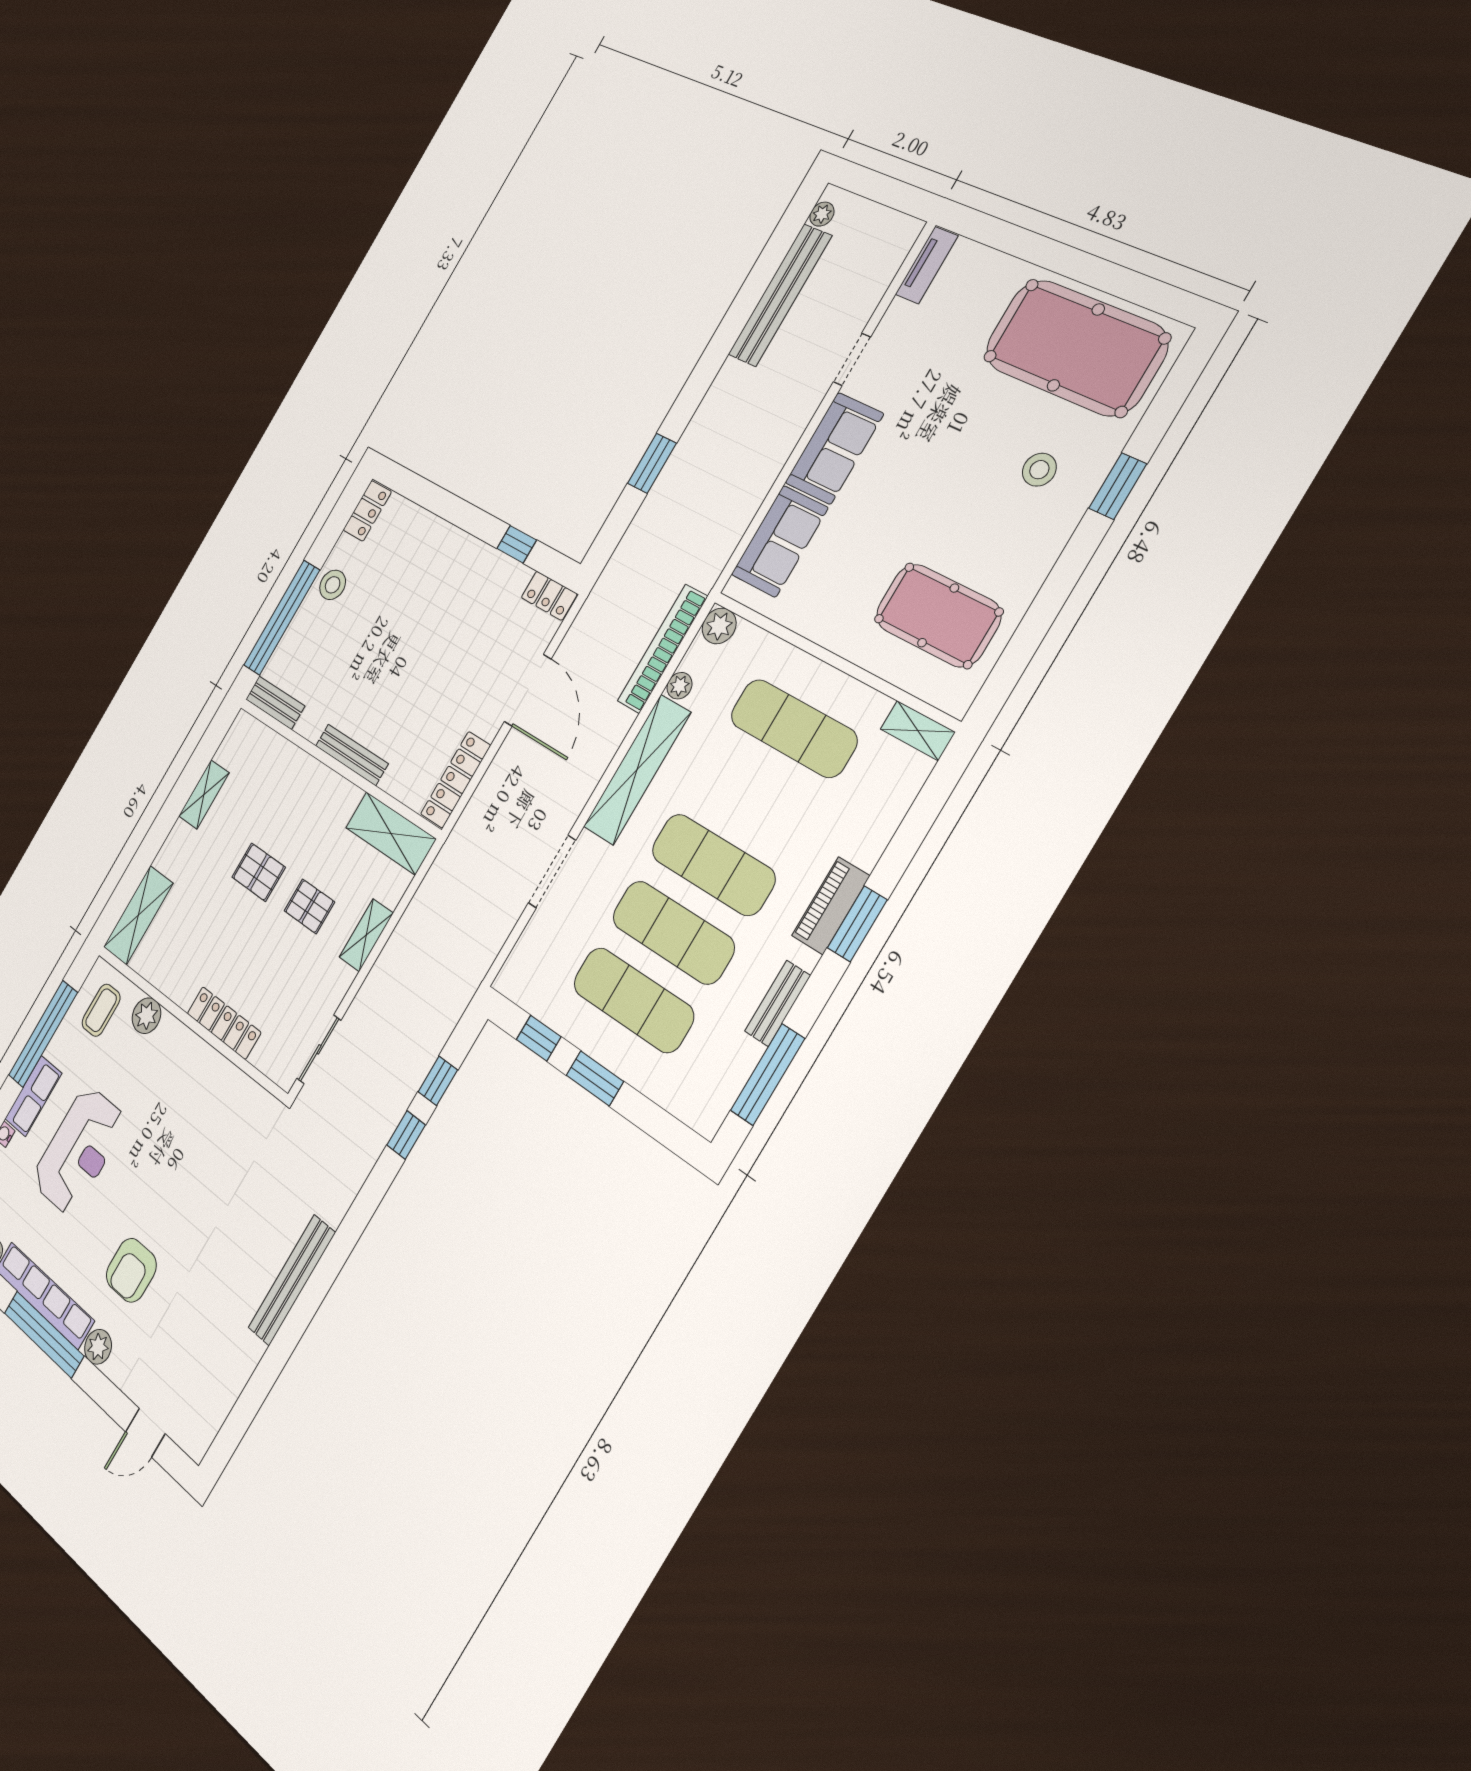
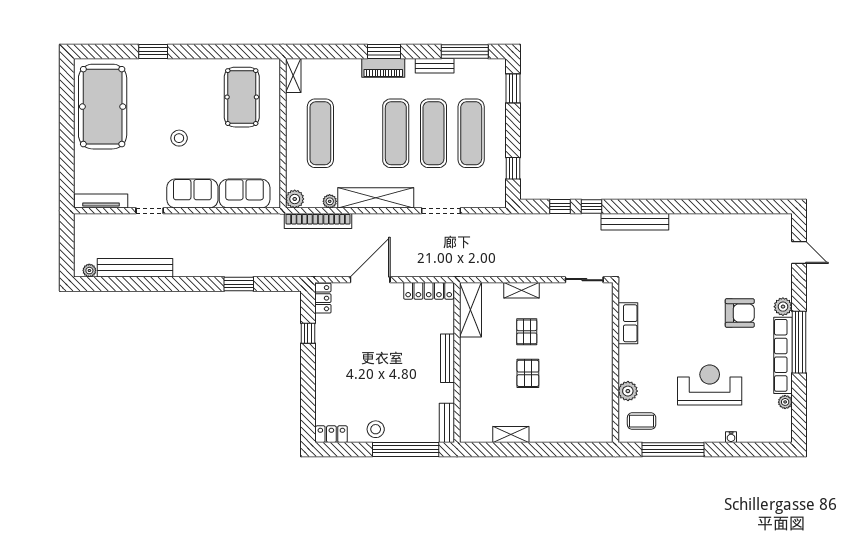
tv unit: (927, 265) -> (101, 201), width x1.41
stool: (1039, 470) -> (179, 138), moved
shelving: (138, 915) -> (587, 432), removed
locker: (224, 1023) -> (604, 342), removed
window: (595, 1078) -> (513, 88), moved
row of seats: (33, 1096) -> (628, 323), moved, turned 90
bench: (292, 1280) -> (635, 222), moved

